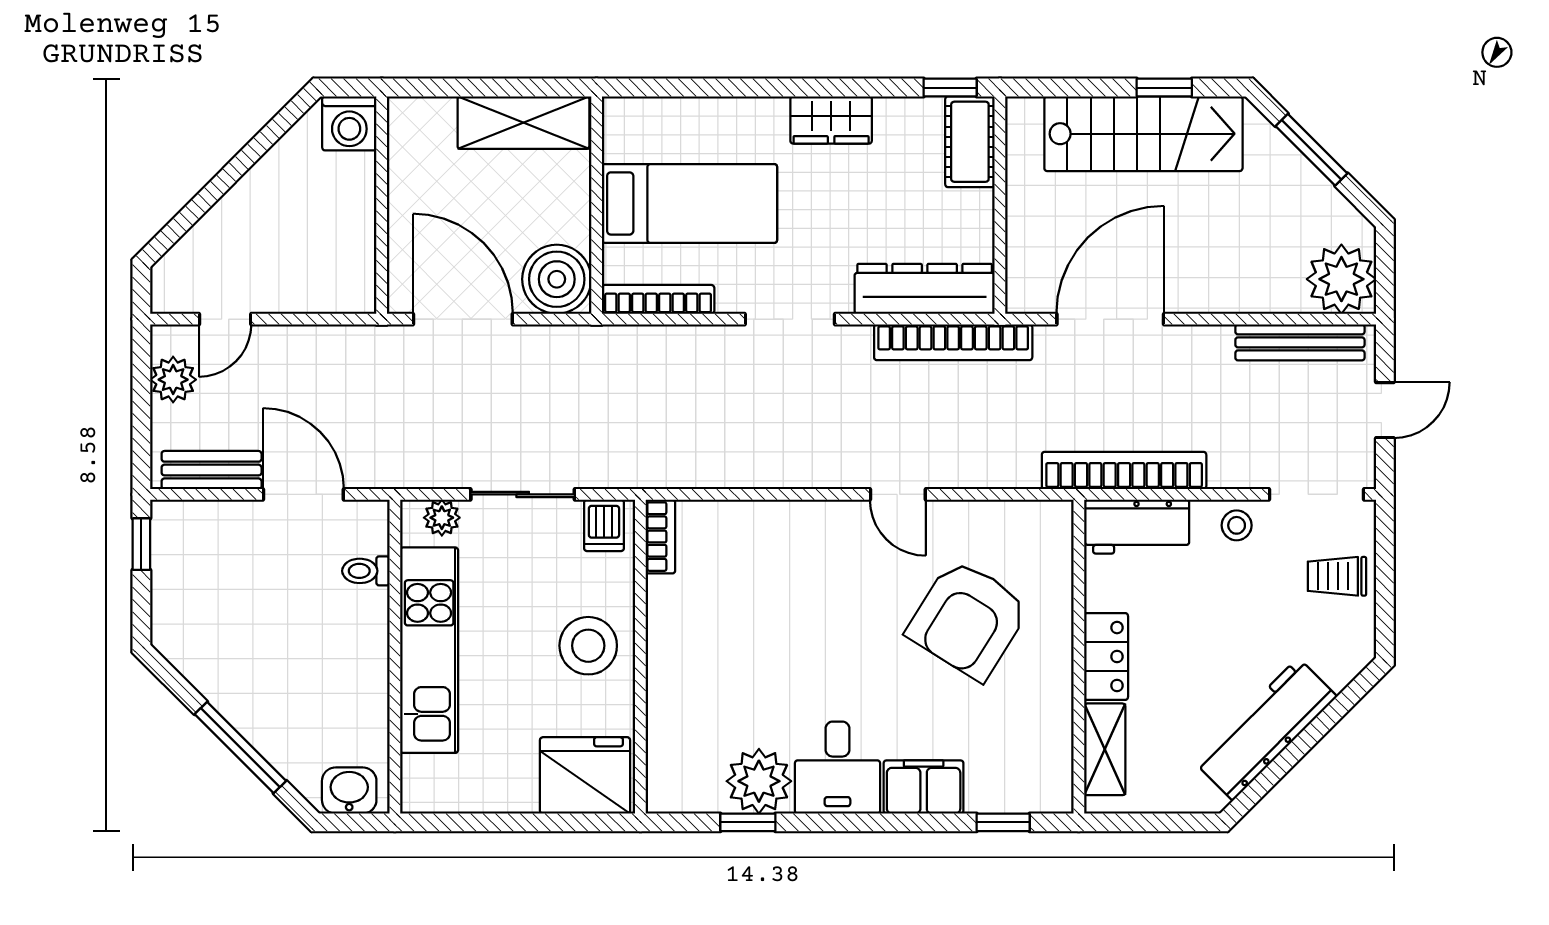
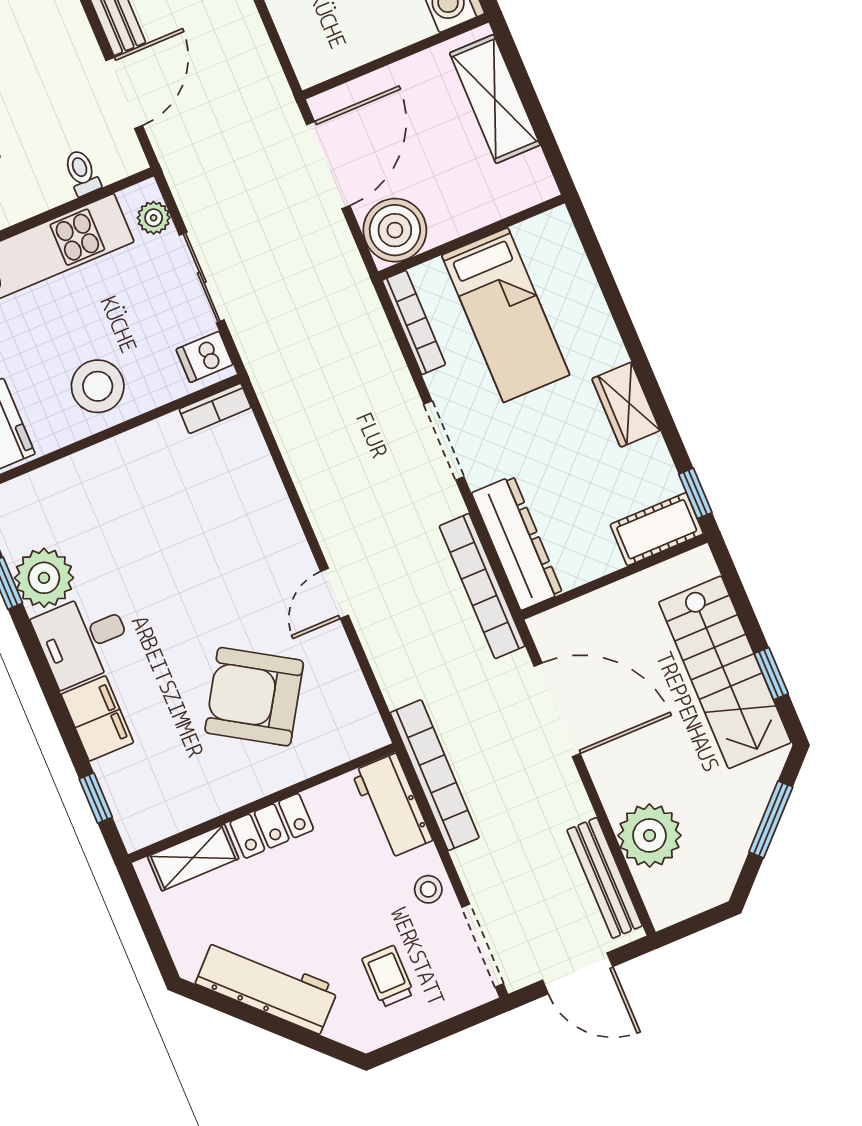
shelving: (523, 123) -> (495, 99), moved
plant: (1341, 279) -> (650, 835), moved
door: (1385, 410) -> (578, 973), width x1.38
trolley: (1337, 576) -> (388, 976), moved

